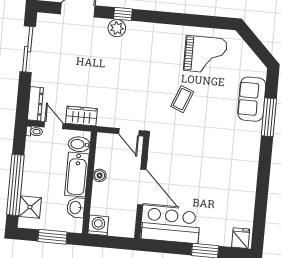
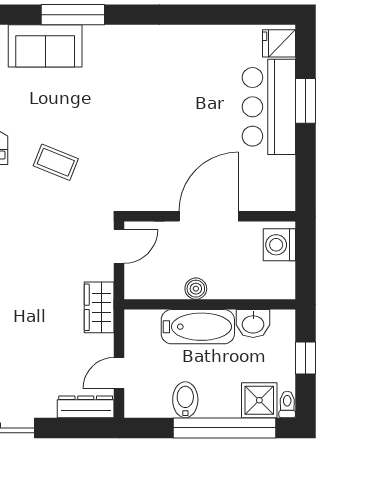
wardrobe: (81, 116) -> (99, 307), moved
toilet: (34, 131) -> (287, 404), moved
bidet: (79, 144) -> (185, 400), moved, turned 180
washing machine: (98, 225) -> (279, 245), moved
bar counter: (171, 226) -> (269, 107), moved
window: (52, 237) -> (305, 358), width x0.67

